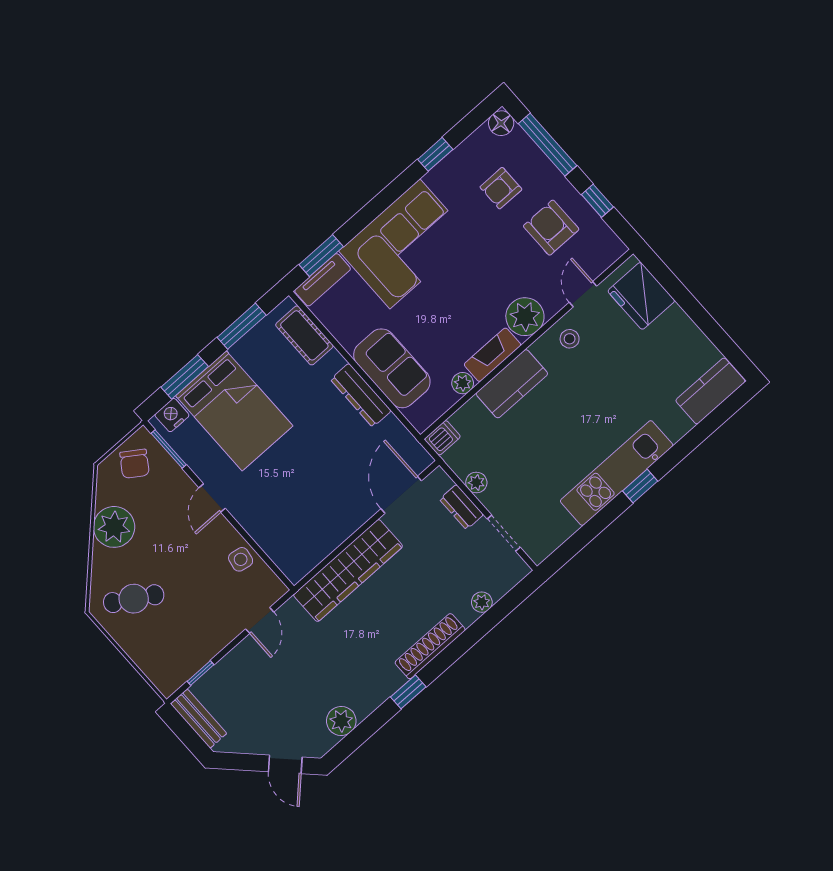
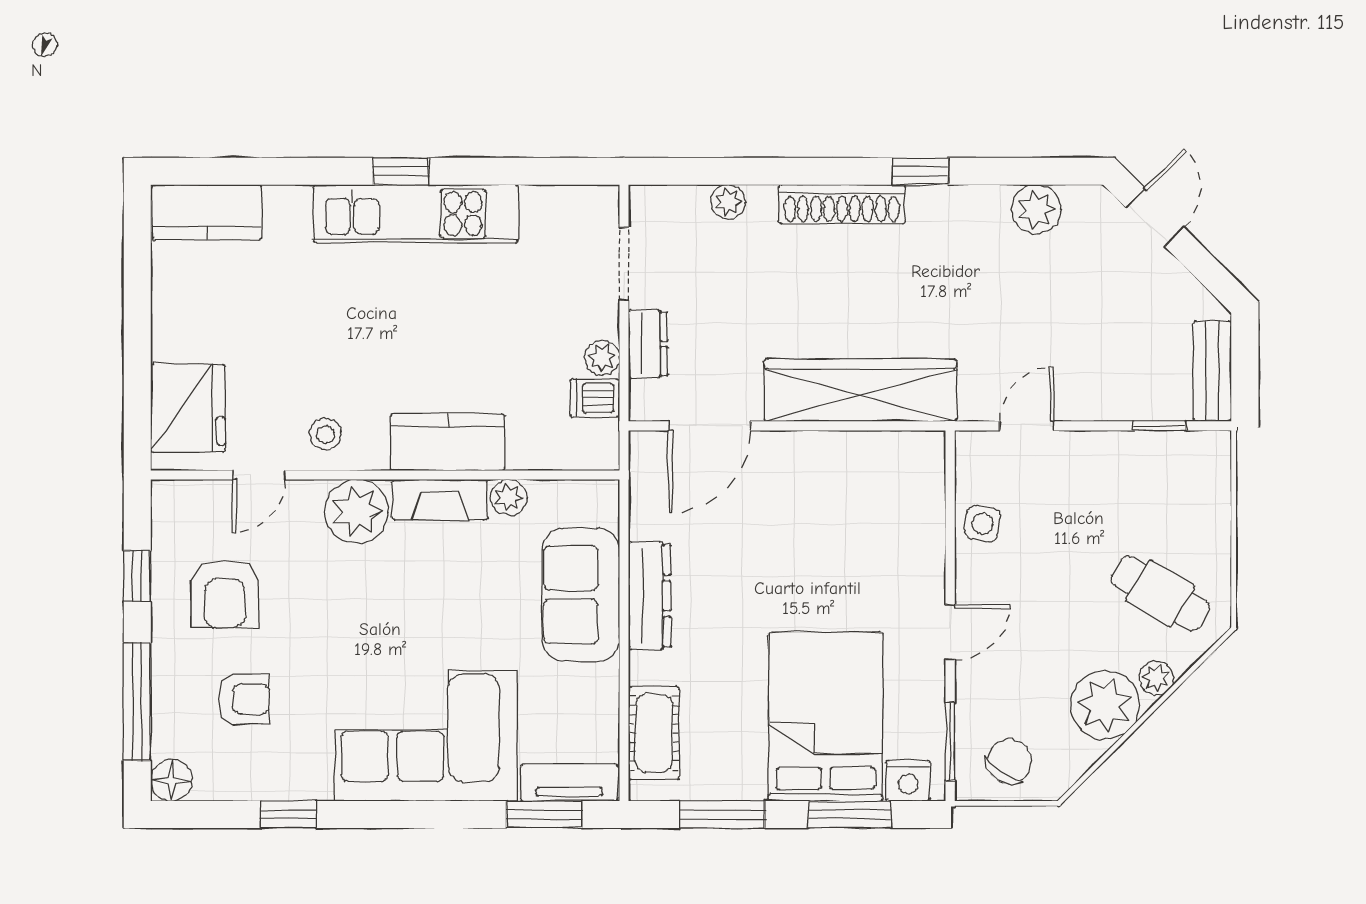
dishwasher: (442, 438) -> (595, 398), moved
plant: (102, 559) -> (1156, 678), added

